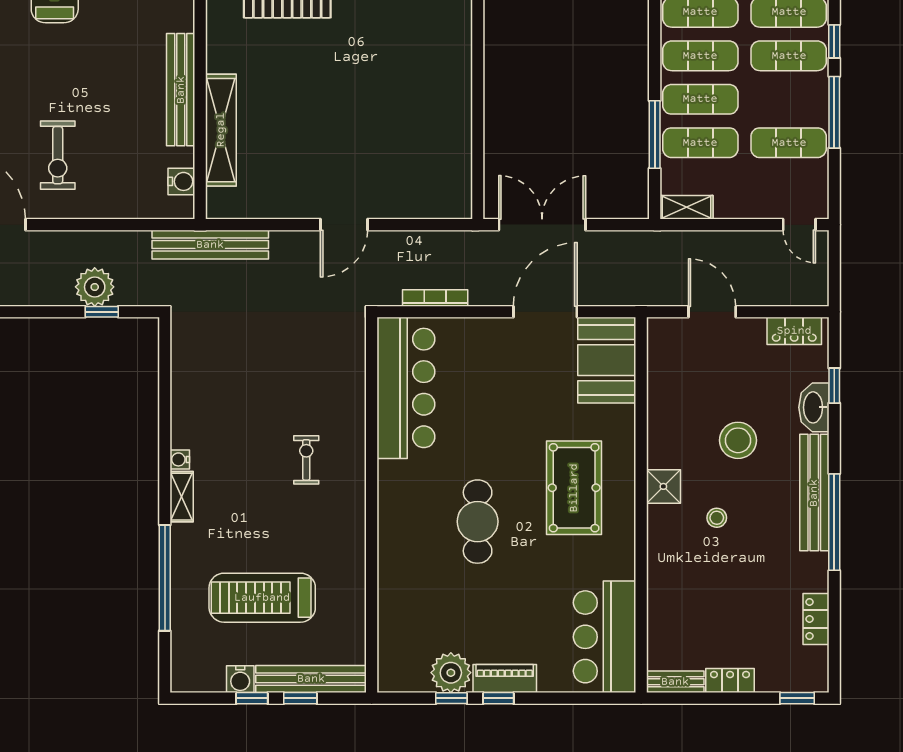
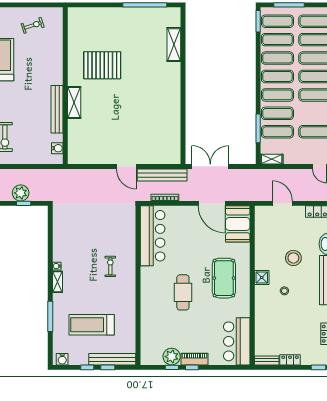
shelving: (221, 130) -> (74, 102), moved, width x0.68
door: (344, 225) -> (126, 166), hinge flipped
bench: (210, 245) -> (162, 175), moved
door: (545, 312) -> (212, 203), swing flipped
window: (165, 578) -> (50, 316), width x0.68
water cooler: (240, 679) -> (62, 359), moved

